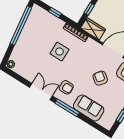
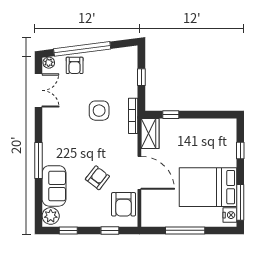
window: (21, 26) -> (82, 49), moved
armchair: (66, 87) -> (75, 65), moved
double door: (41, 92) -> (39, 90), moved
plant: (106, 121) -> (51, 216), added

